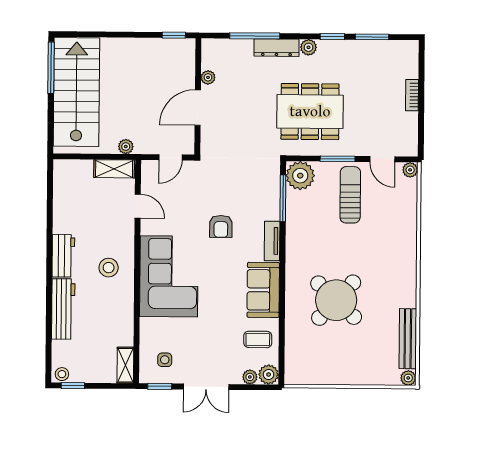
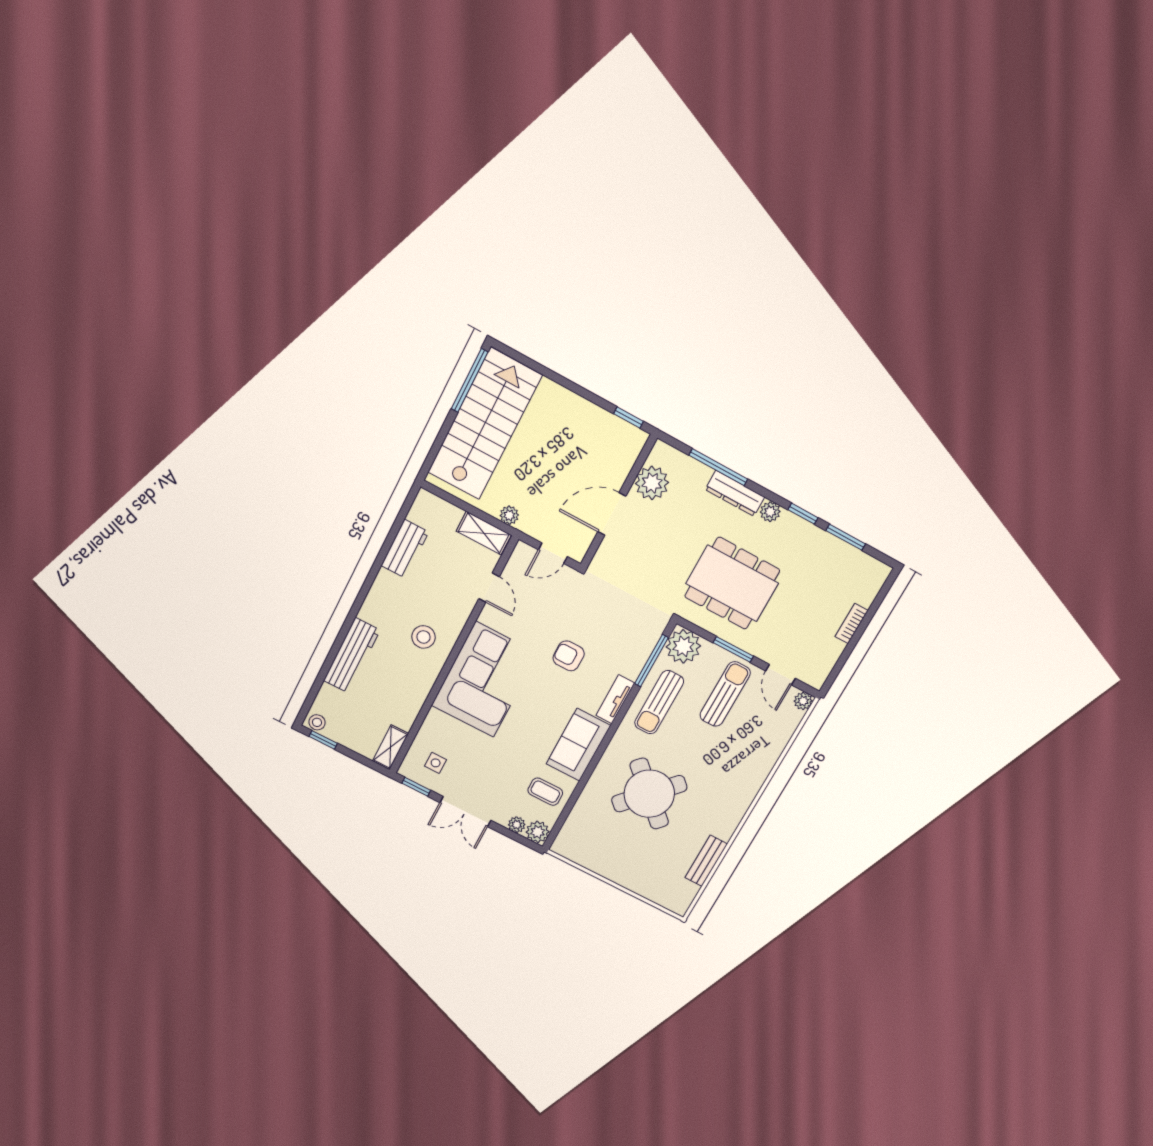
plant: (208, 77) -> (652, 483), width x1.87, depth x1.87
armchair: (221, 226) -> (569, 656), turned 90
sun lounger: (305, 226) -> (659, 702), added
workbench: (63, 256) -> (405, 549), moved
bench: (408, 339) -> (706, 861), width x0.73
plant: (408, 378) -> (680, 906), removed

